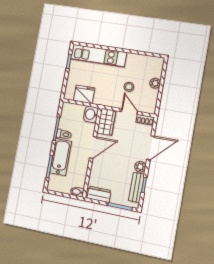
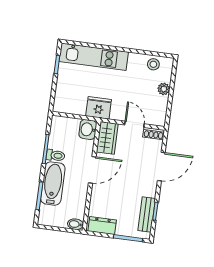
stool: (129, 87) -> (153, 64), moved
fridge: (84, 94) -> (99, 108), moved
plant: (140, 167) -> (150, 190), removed

